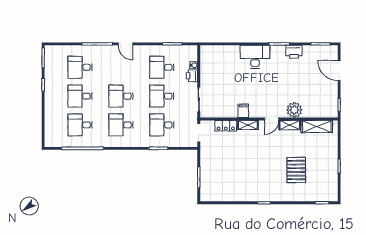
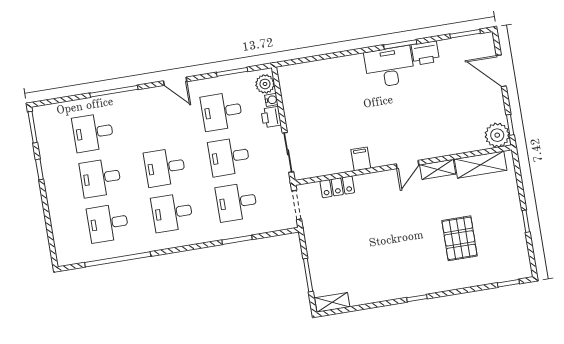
door: (125, 44) -> (175, 81), moved
plant: (191, 55) -> (265, 84), added
desk: (255, 57) -> (389, 67), moved
plant: (294, 110) -> (497, 135), moved
shelving: (248, 125) -> (332, 302), moved

